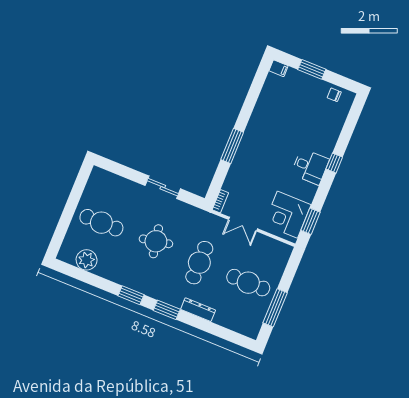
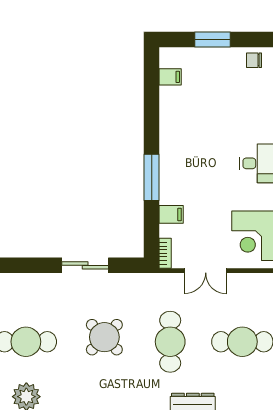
filing cabinet: (279, 68) -> (170, 77), moved
filing cabinet: (235, 177) -> (171, 214), added
round table: (156, 241) -> (104, 337), turned -34

